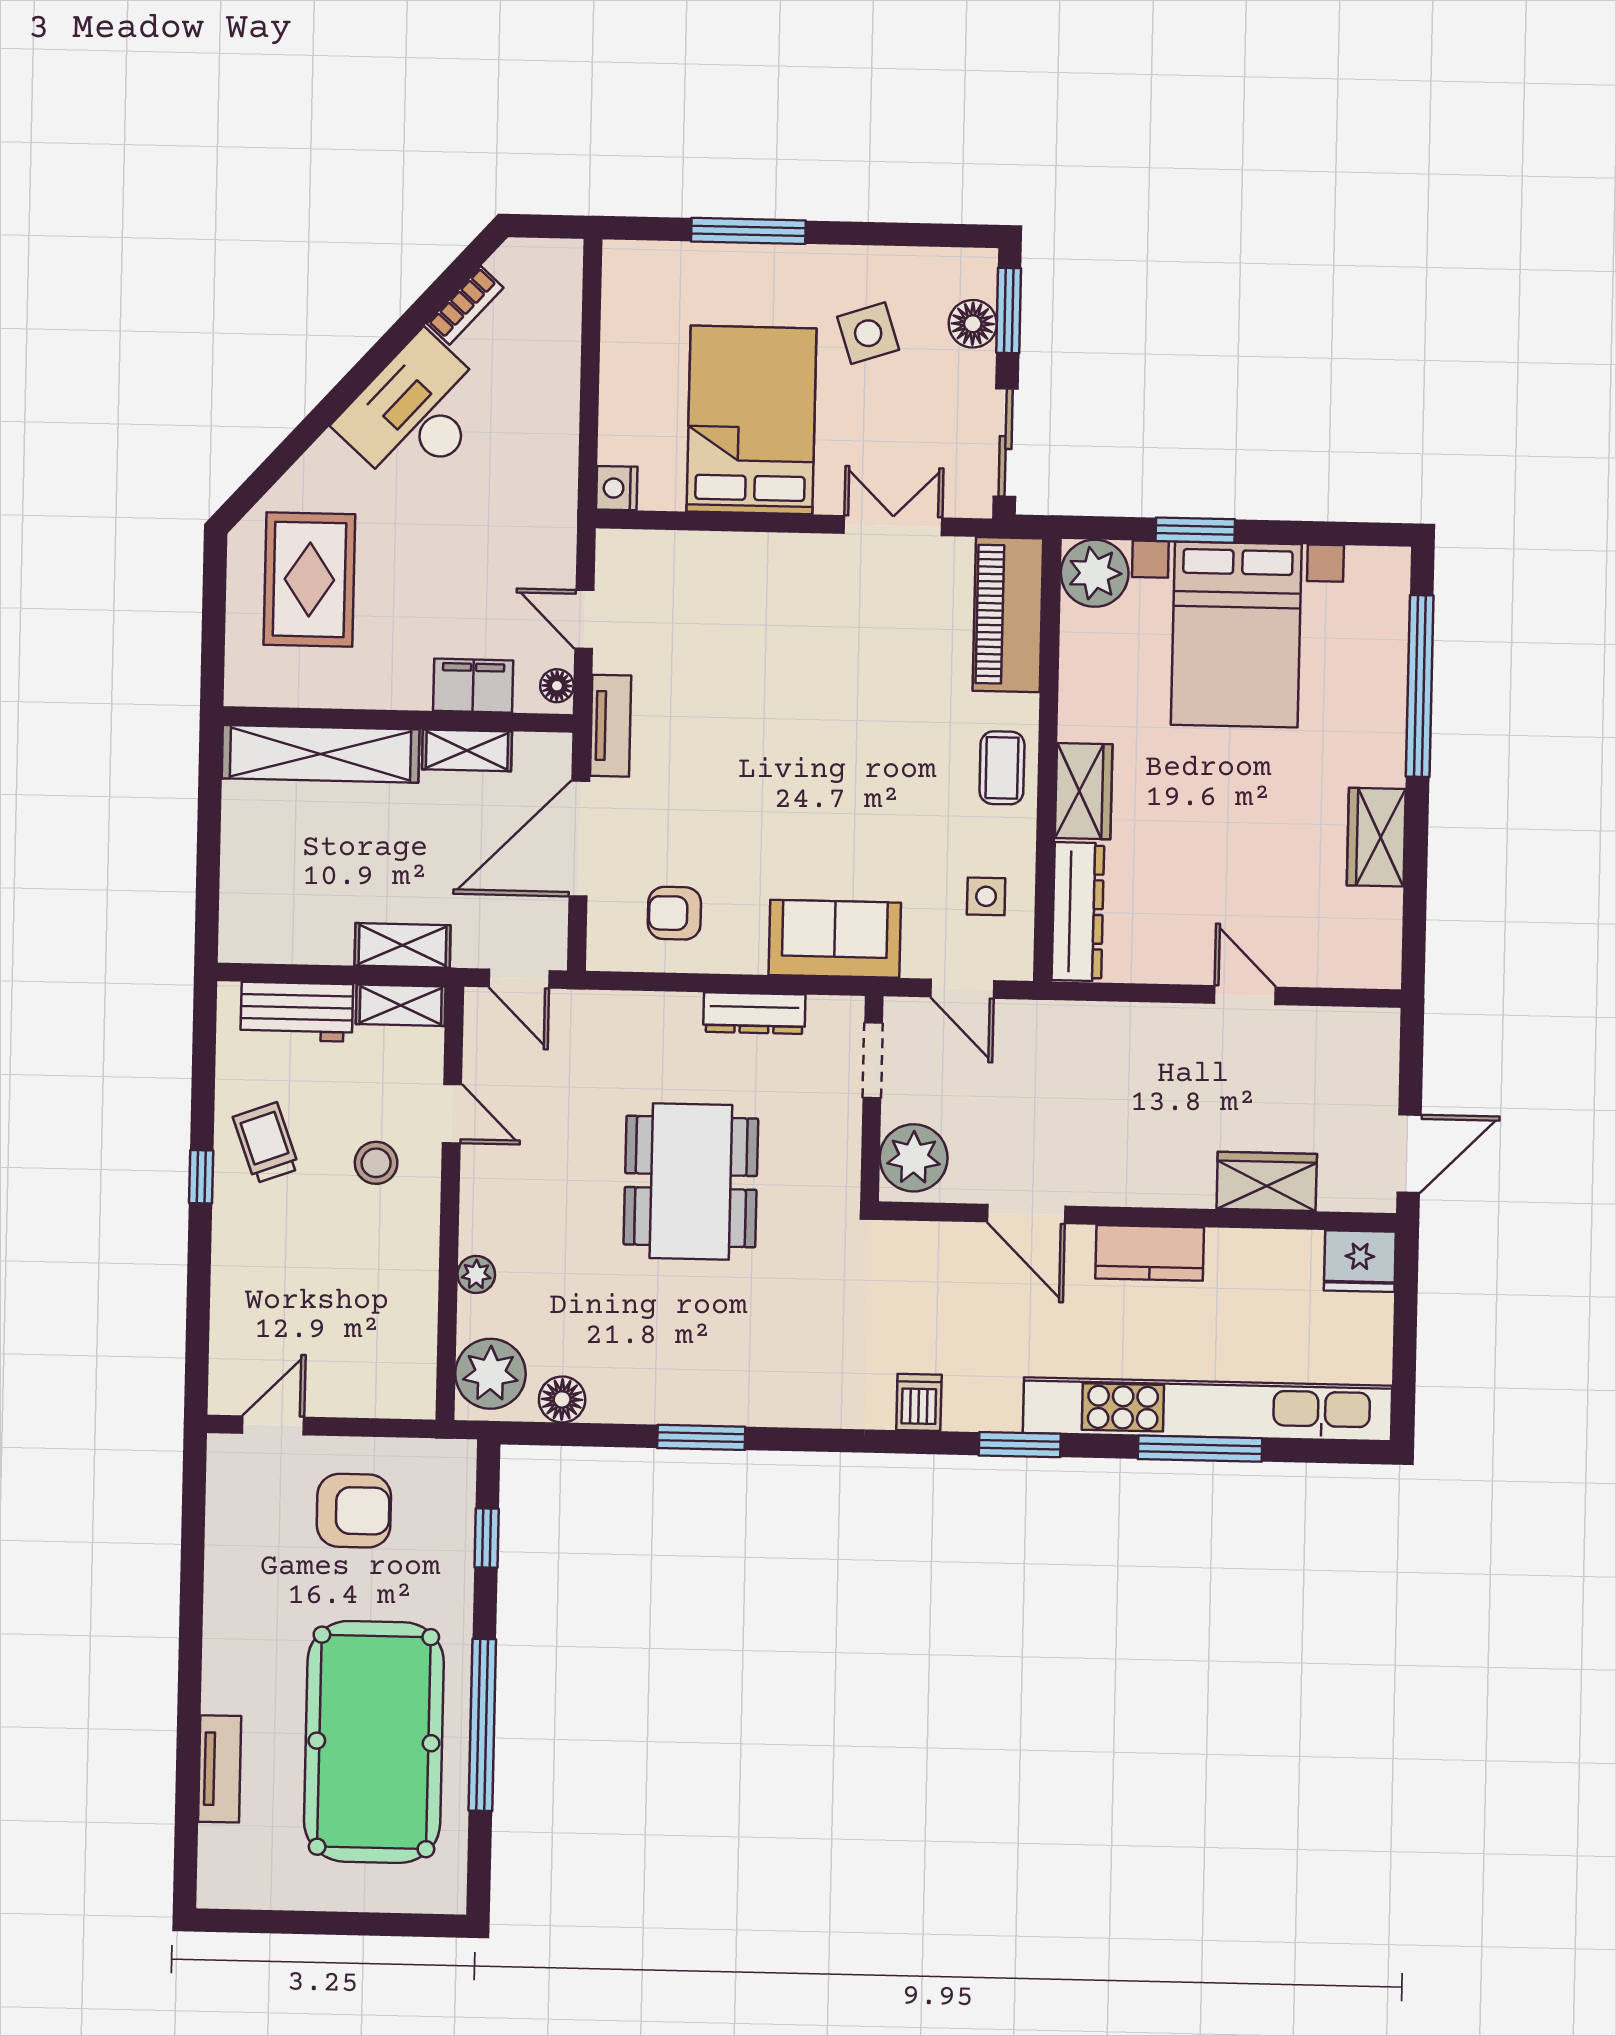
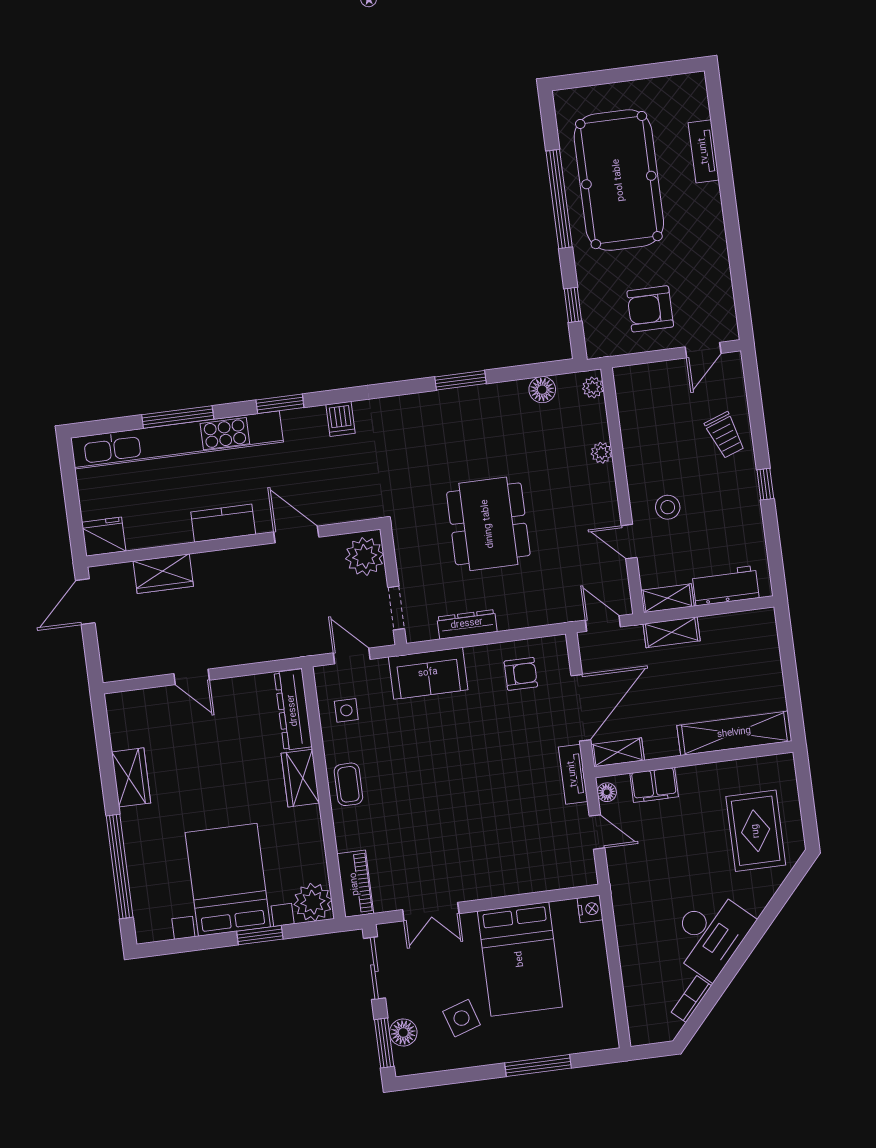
piano: (1008, 615) -> (355, 884), width x0.73, depth x0.75
shelving: (467, 750) -> (618, 752), moved
trolley: (266, 1143) -> (725, 435), moved
plant: (490, 1374) -> (593, 387), width x0.53, depth x0.53

